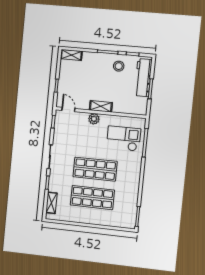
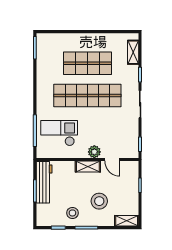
stool: (94, 75) -> (99, 201), added
workbench: (143, 78) -> (44, 182), moved
door: (68, 109) -> (112, 160), moved
checkout: (124, 139) -> (59, 133), turned 180
shop shelf: (95, 169) -> (87, 96), width x1.40

